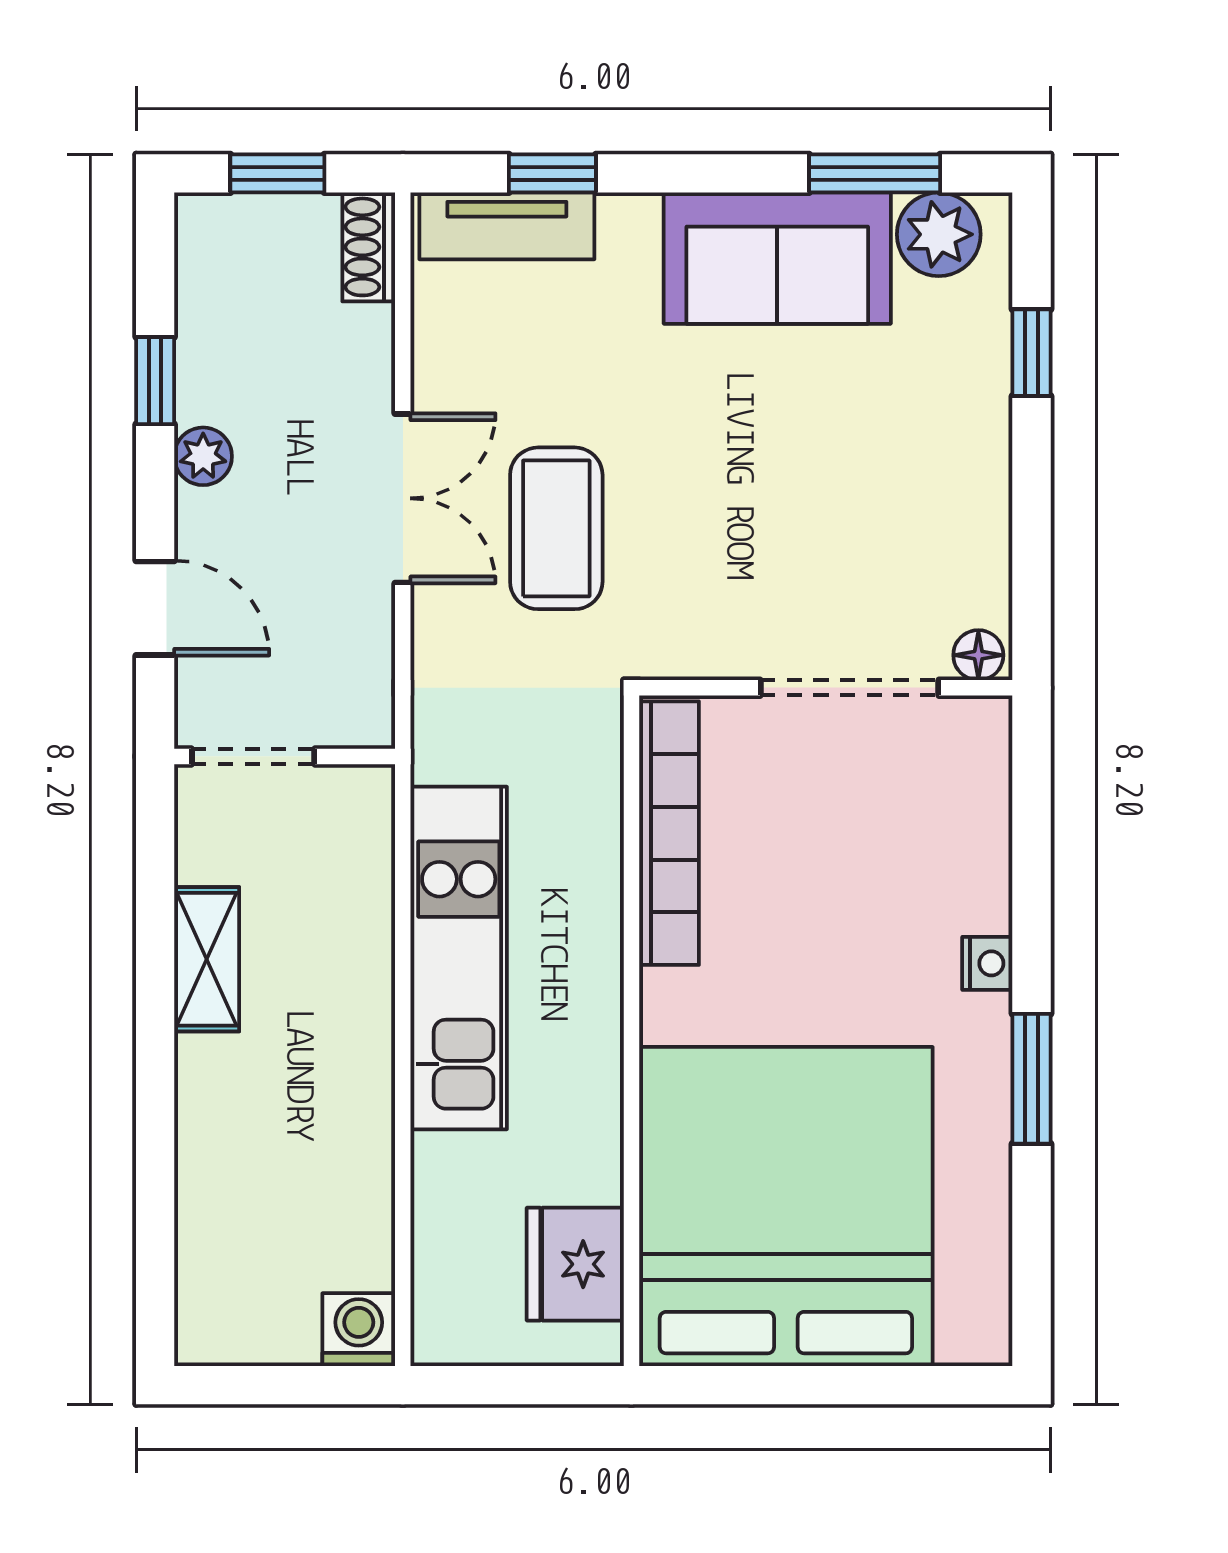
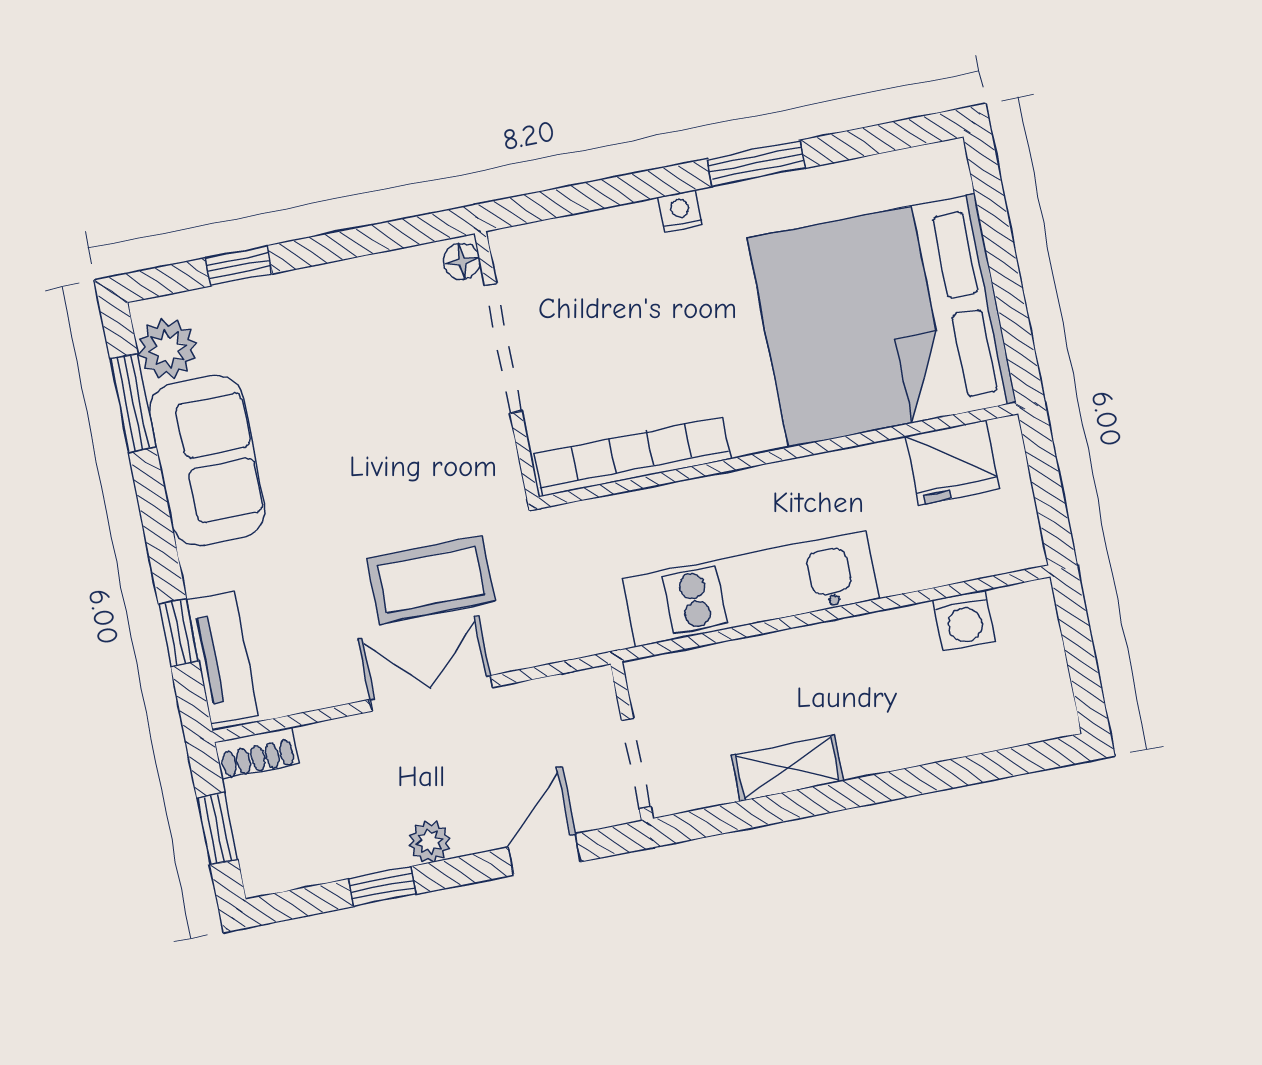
washing machine: (359, 1330) -> (964, 620), moved, turned -90

